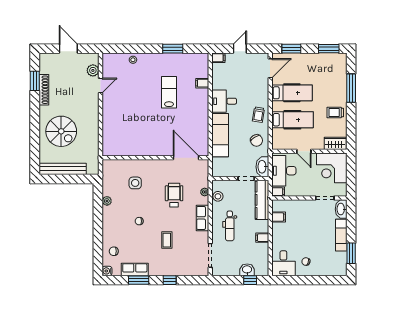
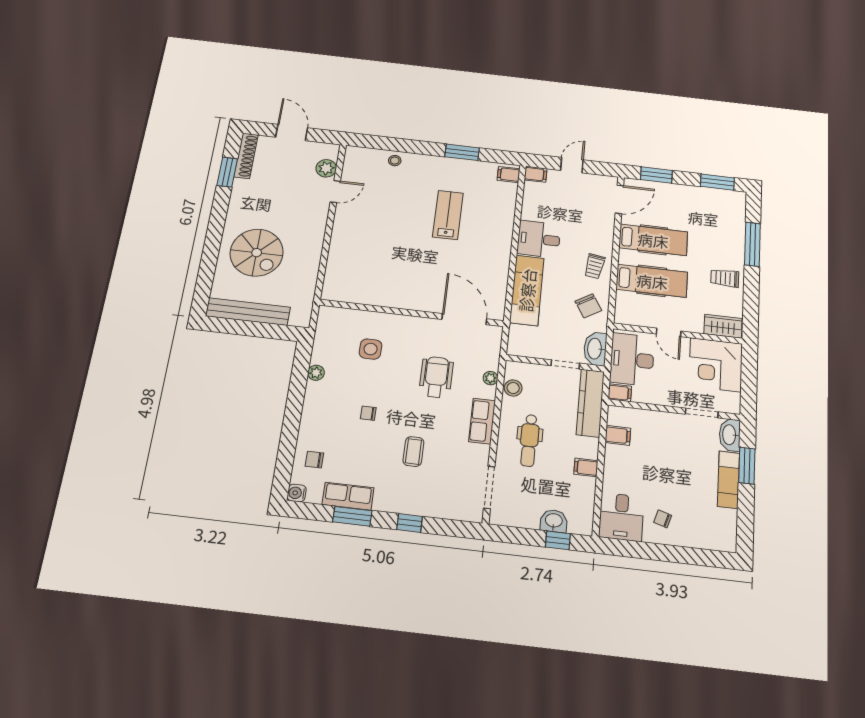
filing cabinet: (202, 83) -> (509, 174), moved
shoe rack: (44, 90) -> (246, 156), moved
window: (351, 253) -> (747, 466), moved

